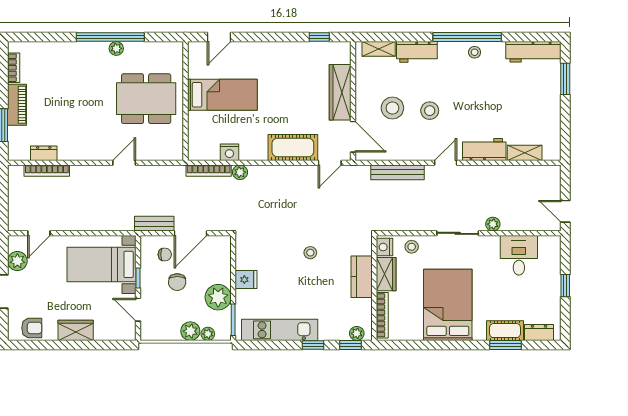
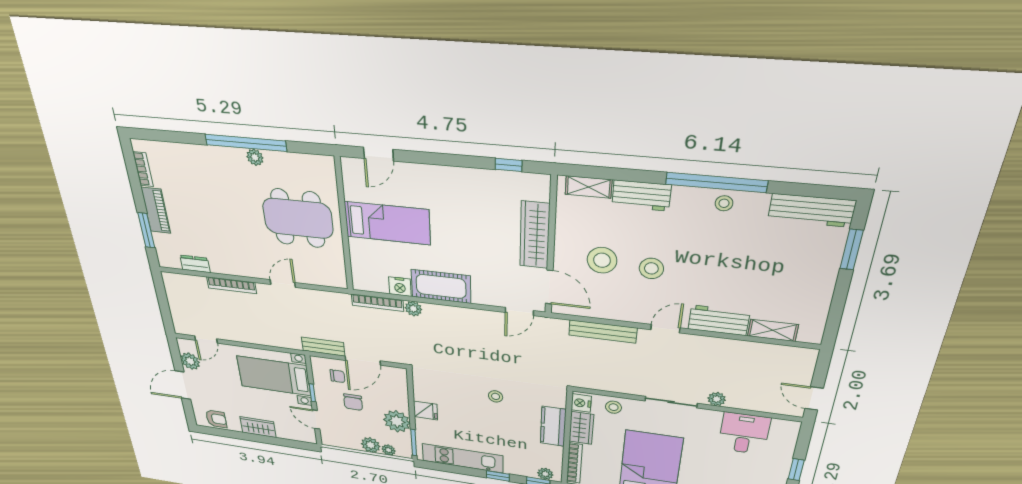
cot: (293, 148) -> (441, 286), moved
bookcase: (47, 171) -> (232, 285), moved

